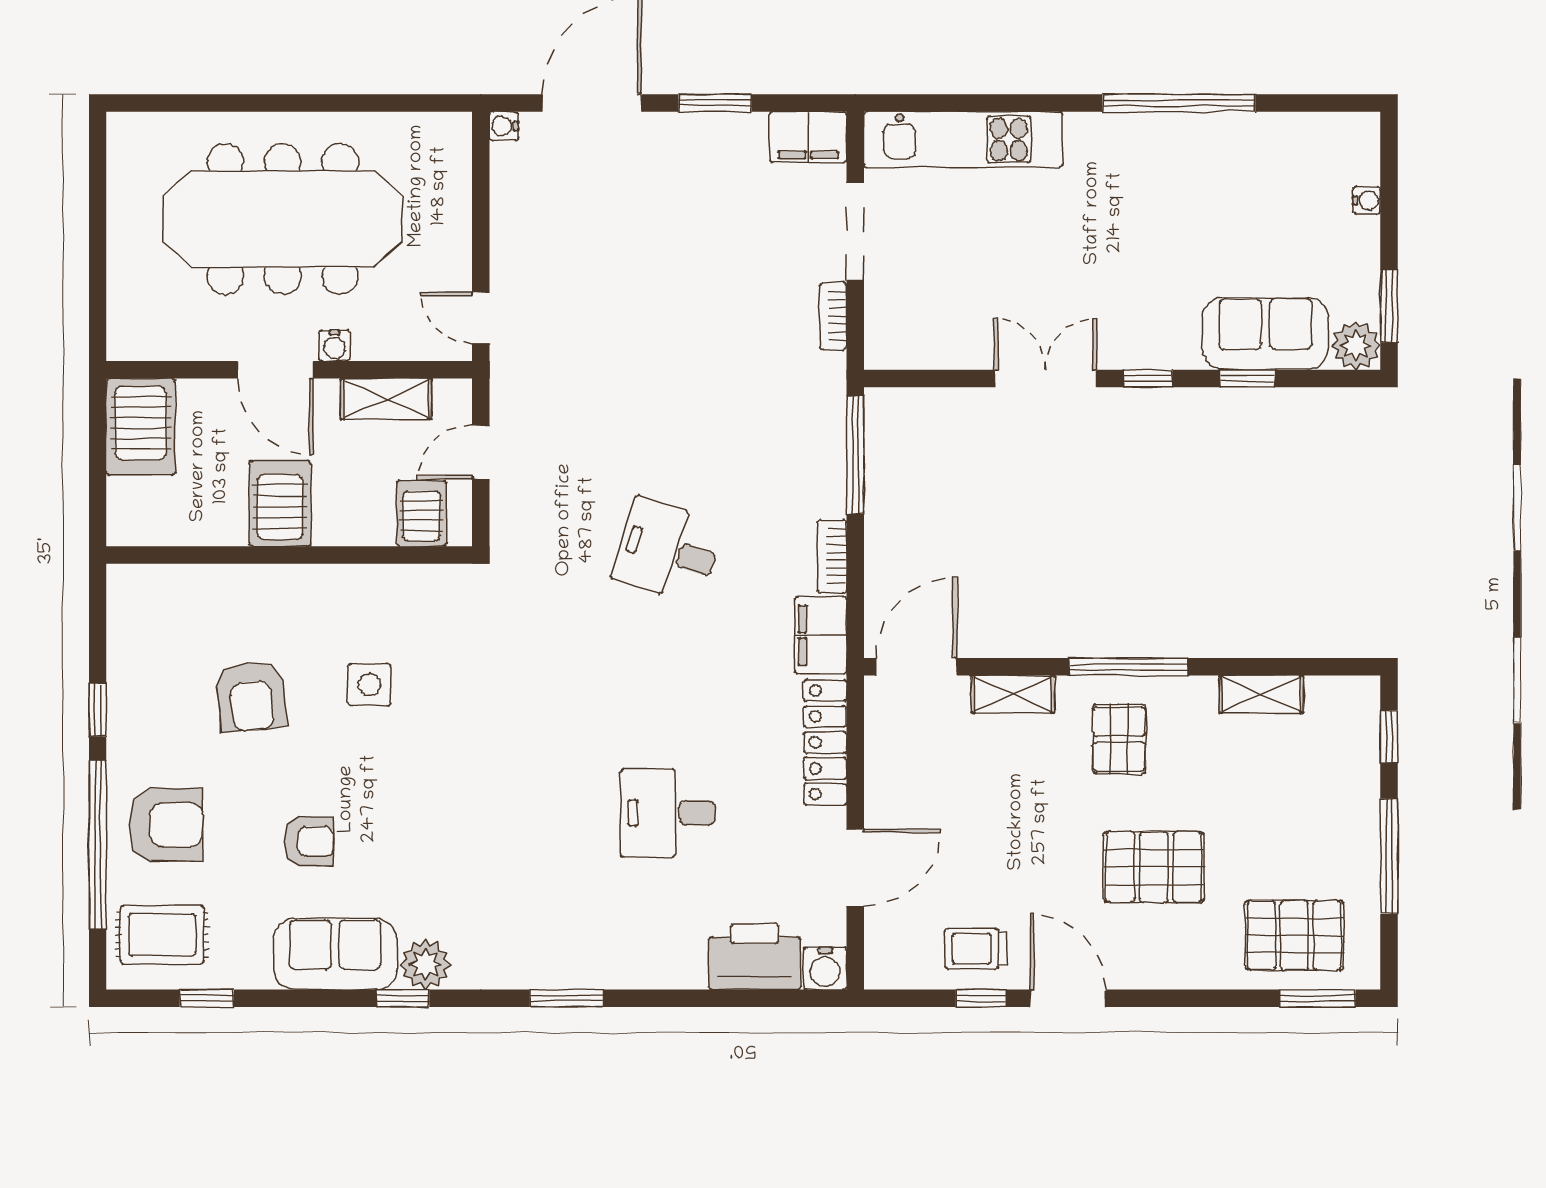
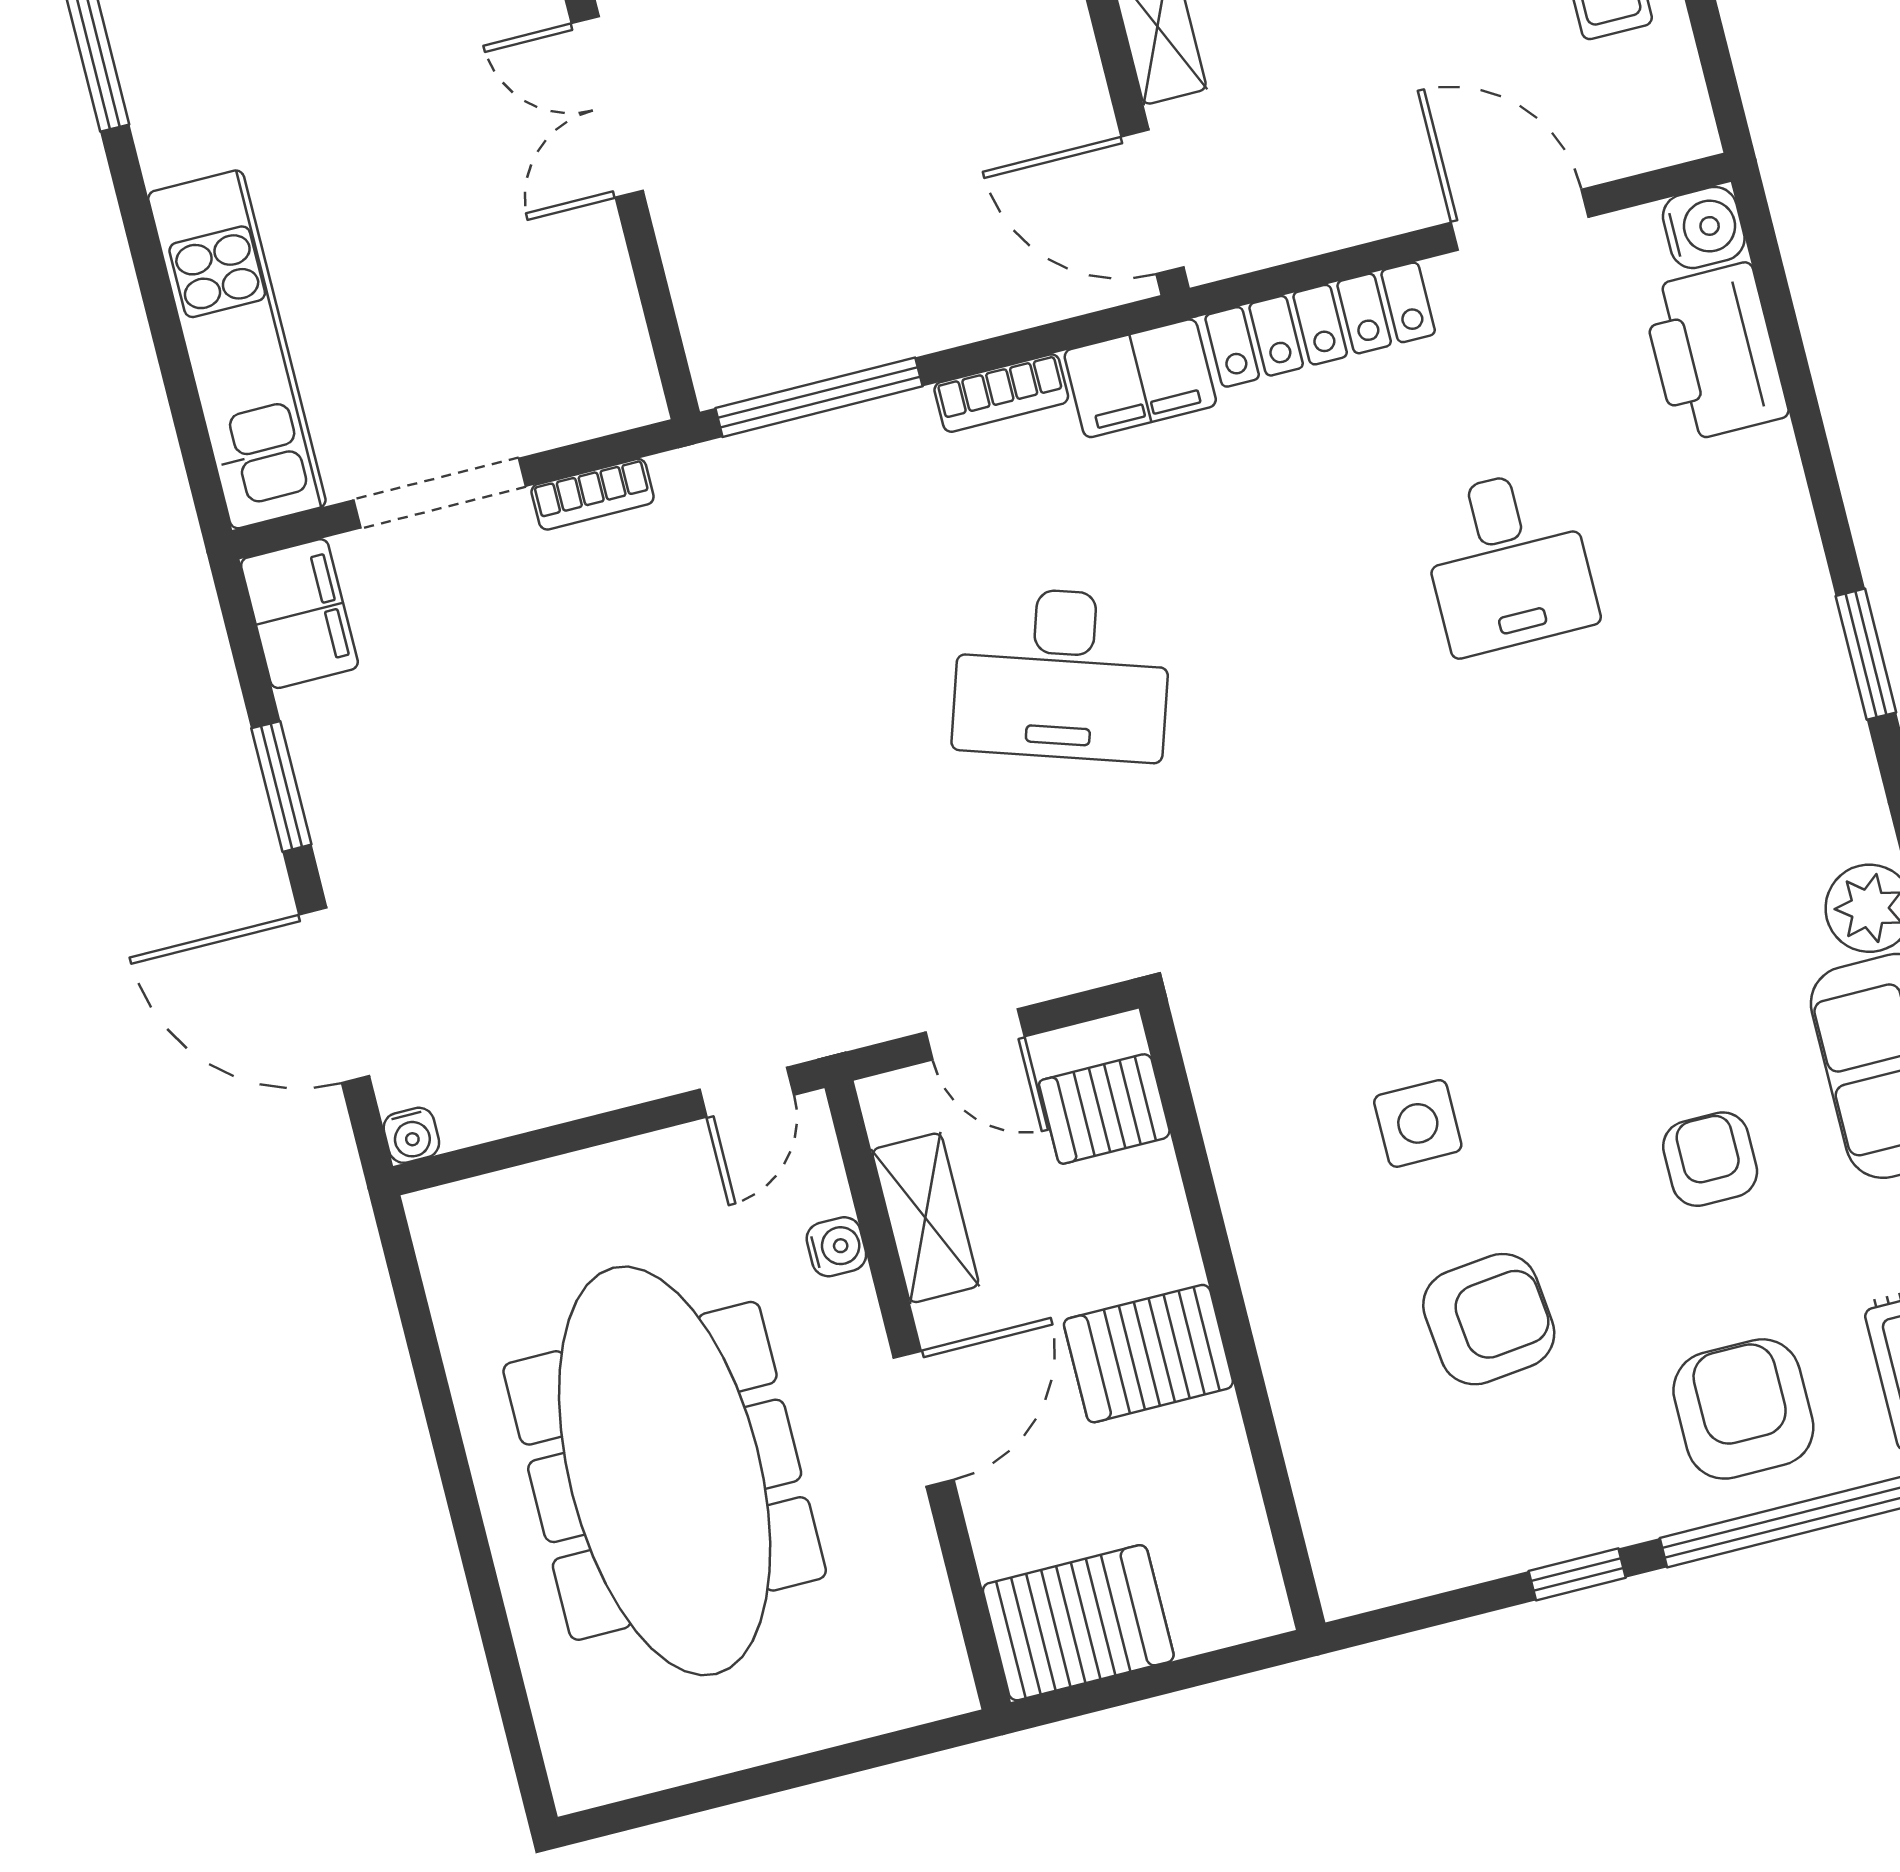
water cooler: (334, 346) -> (836, 1247), moved
desk: (668, 551) -> (1062, 674), width x1.37

